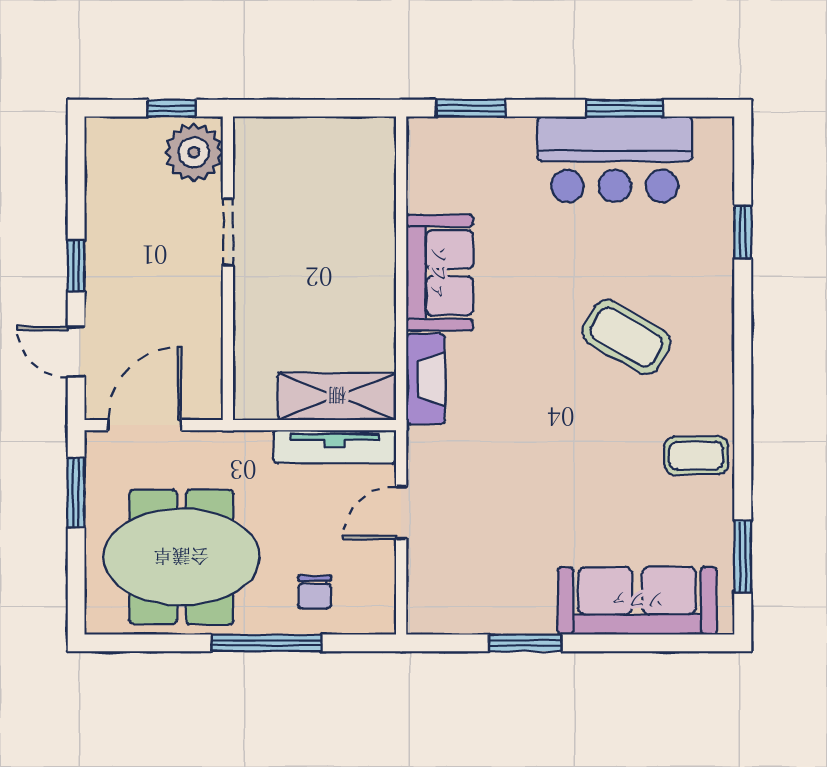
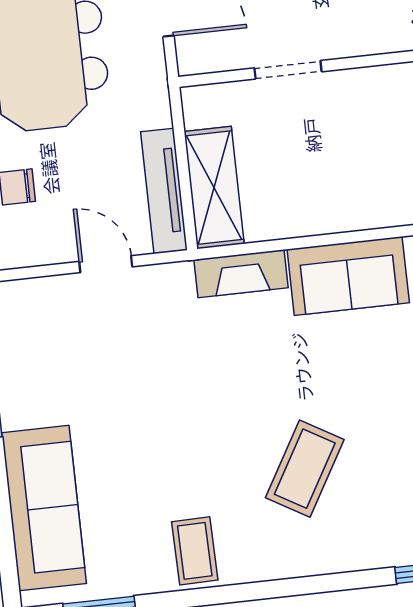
doorway: (228, 232) -> (288, 70), moved

